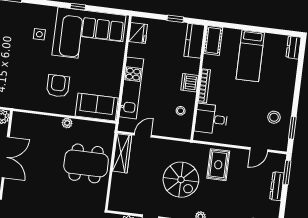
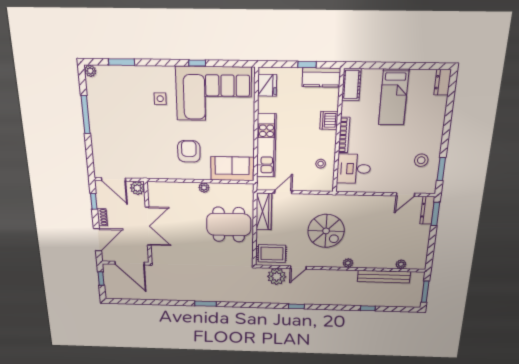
kitchen counter: (194, 41) -> (321, 77), moved, turned -90
dishwasher: (190, 83) -> (329, 120), moved
rug: (218, 165) -> (272, 254), moved, turned 90
dresser: (277, 186) -> (427, 210), moved

